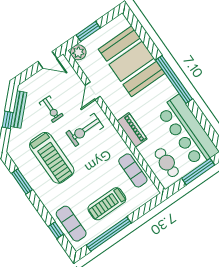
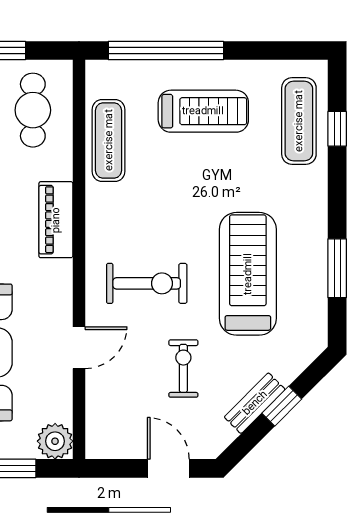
door: (47, 60) -> (168, 468), moved
bench: (19, 109) -> (255, 403), width x0.73
window: (109, 234) -> (166, 50), moved

